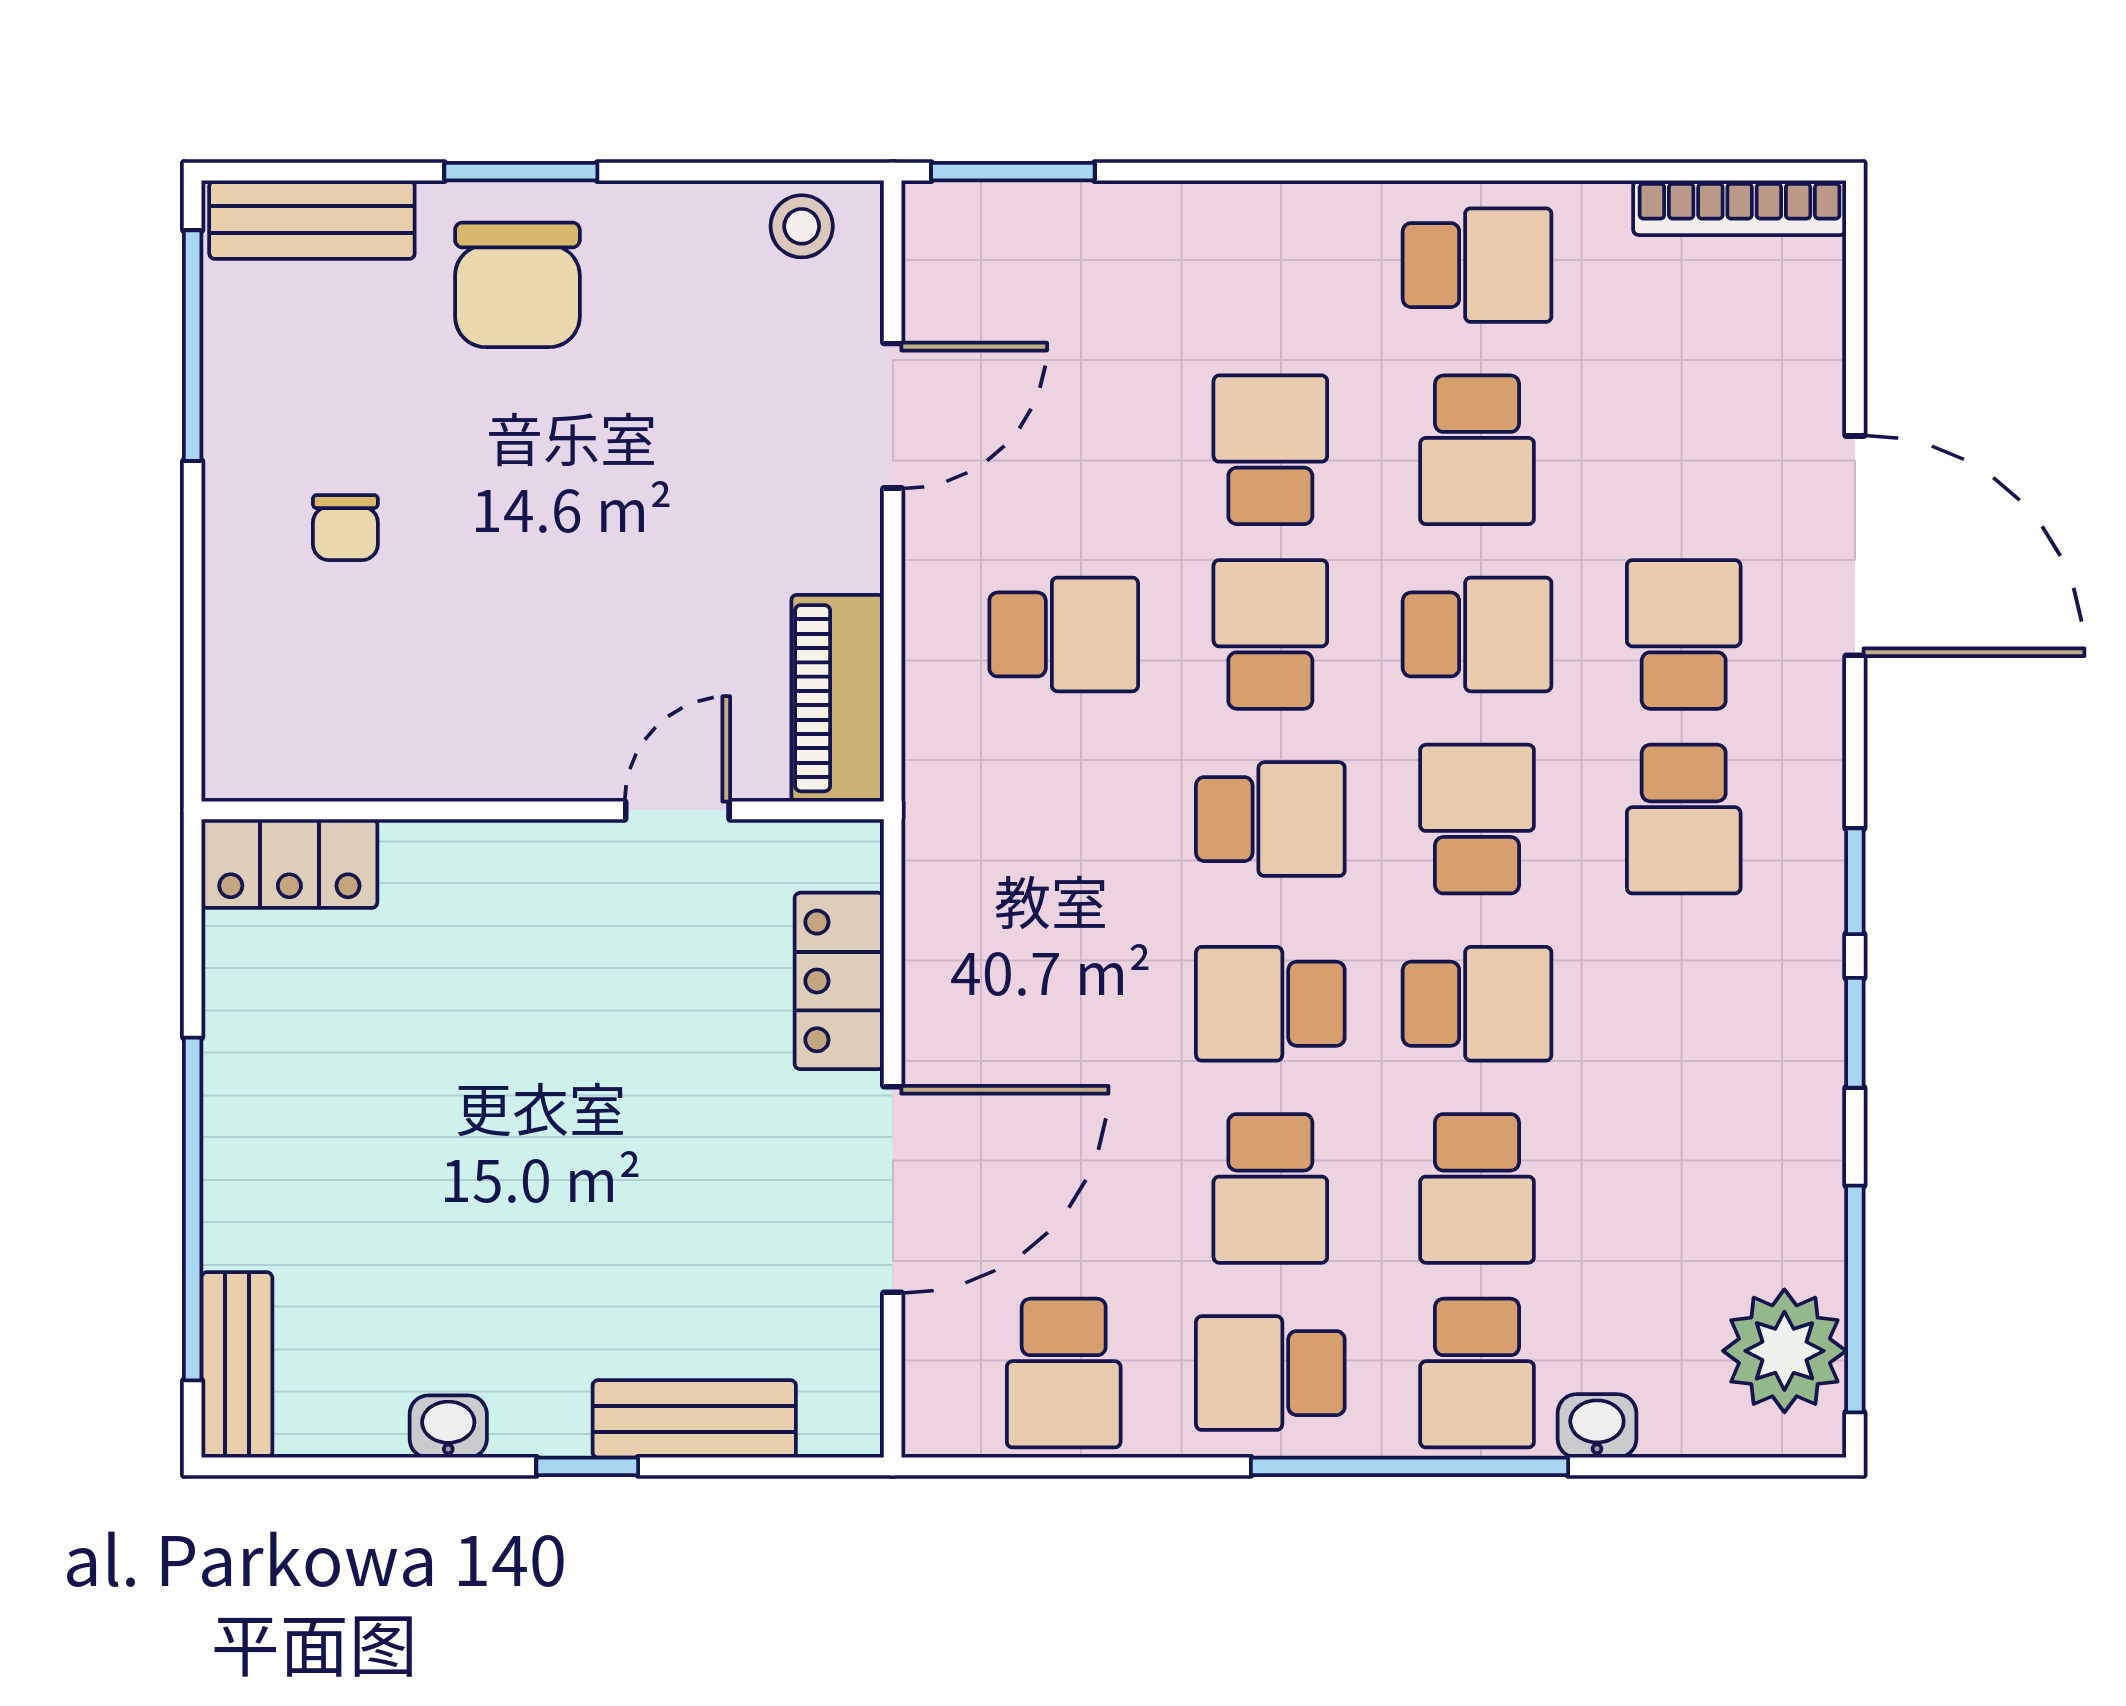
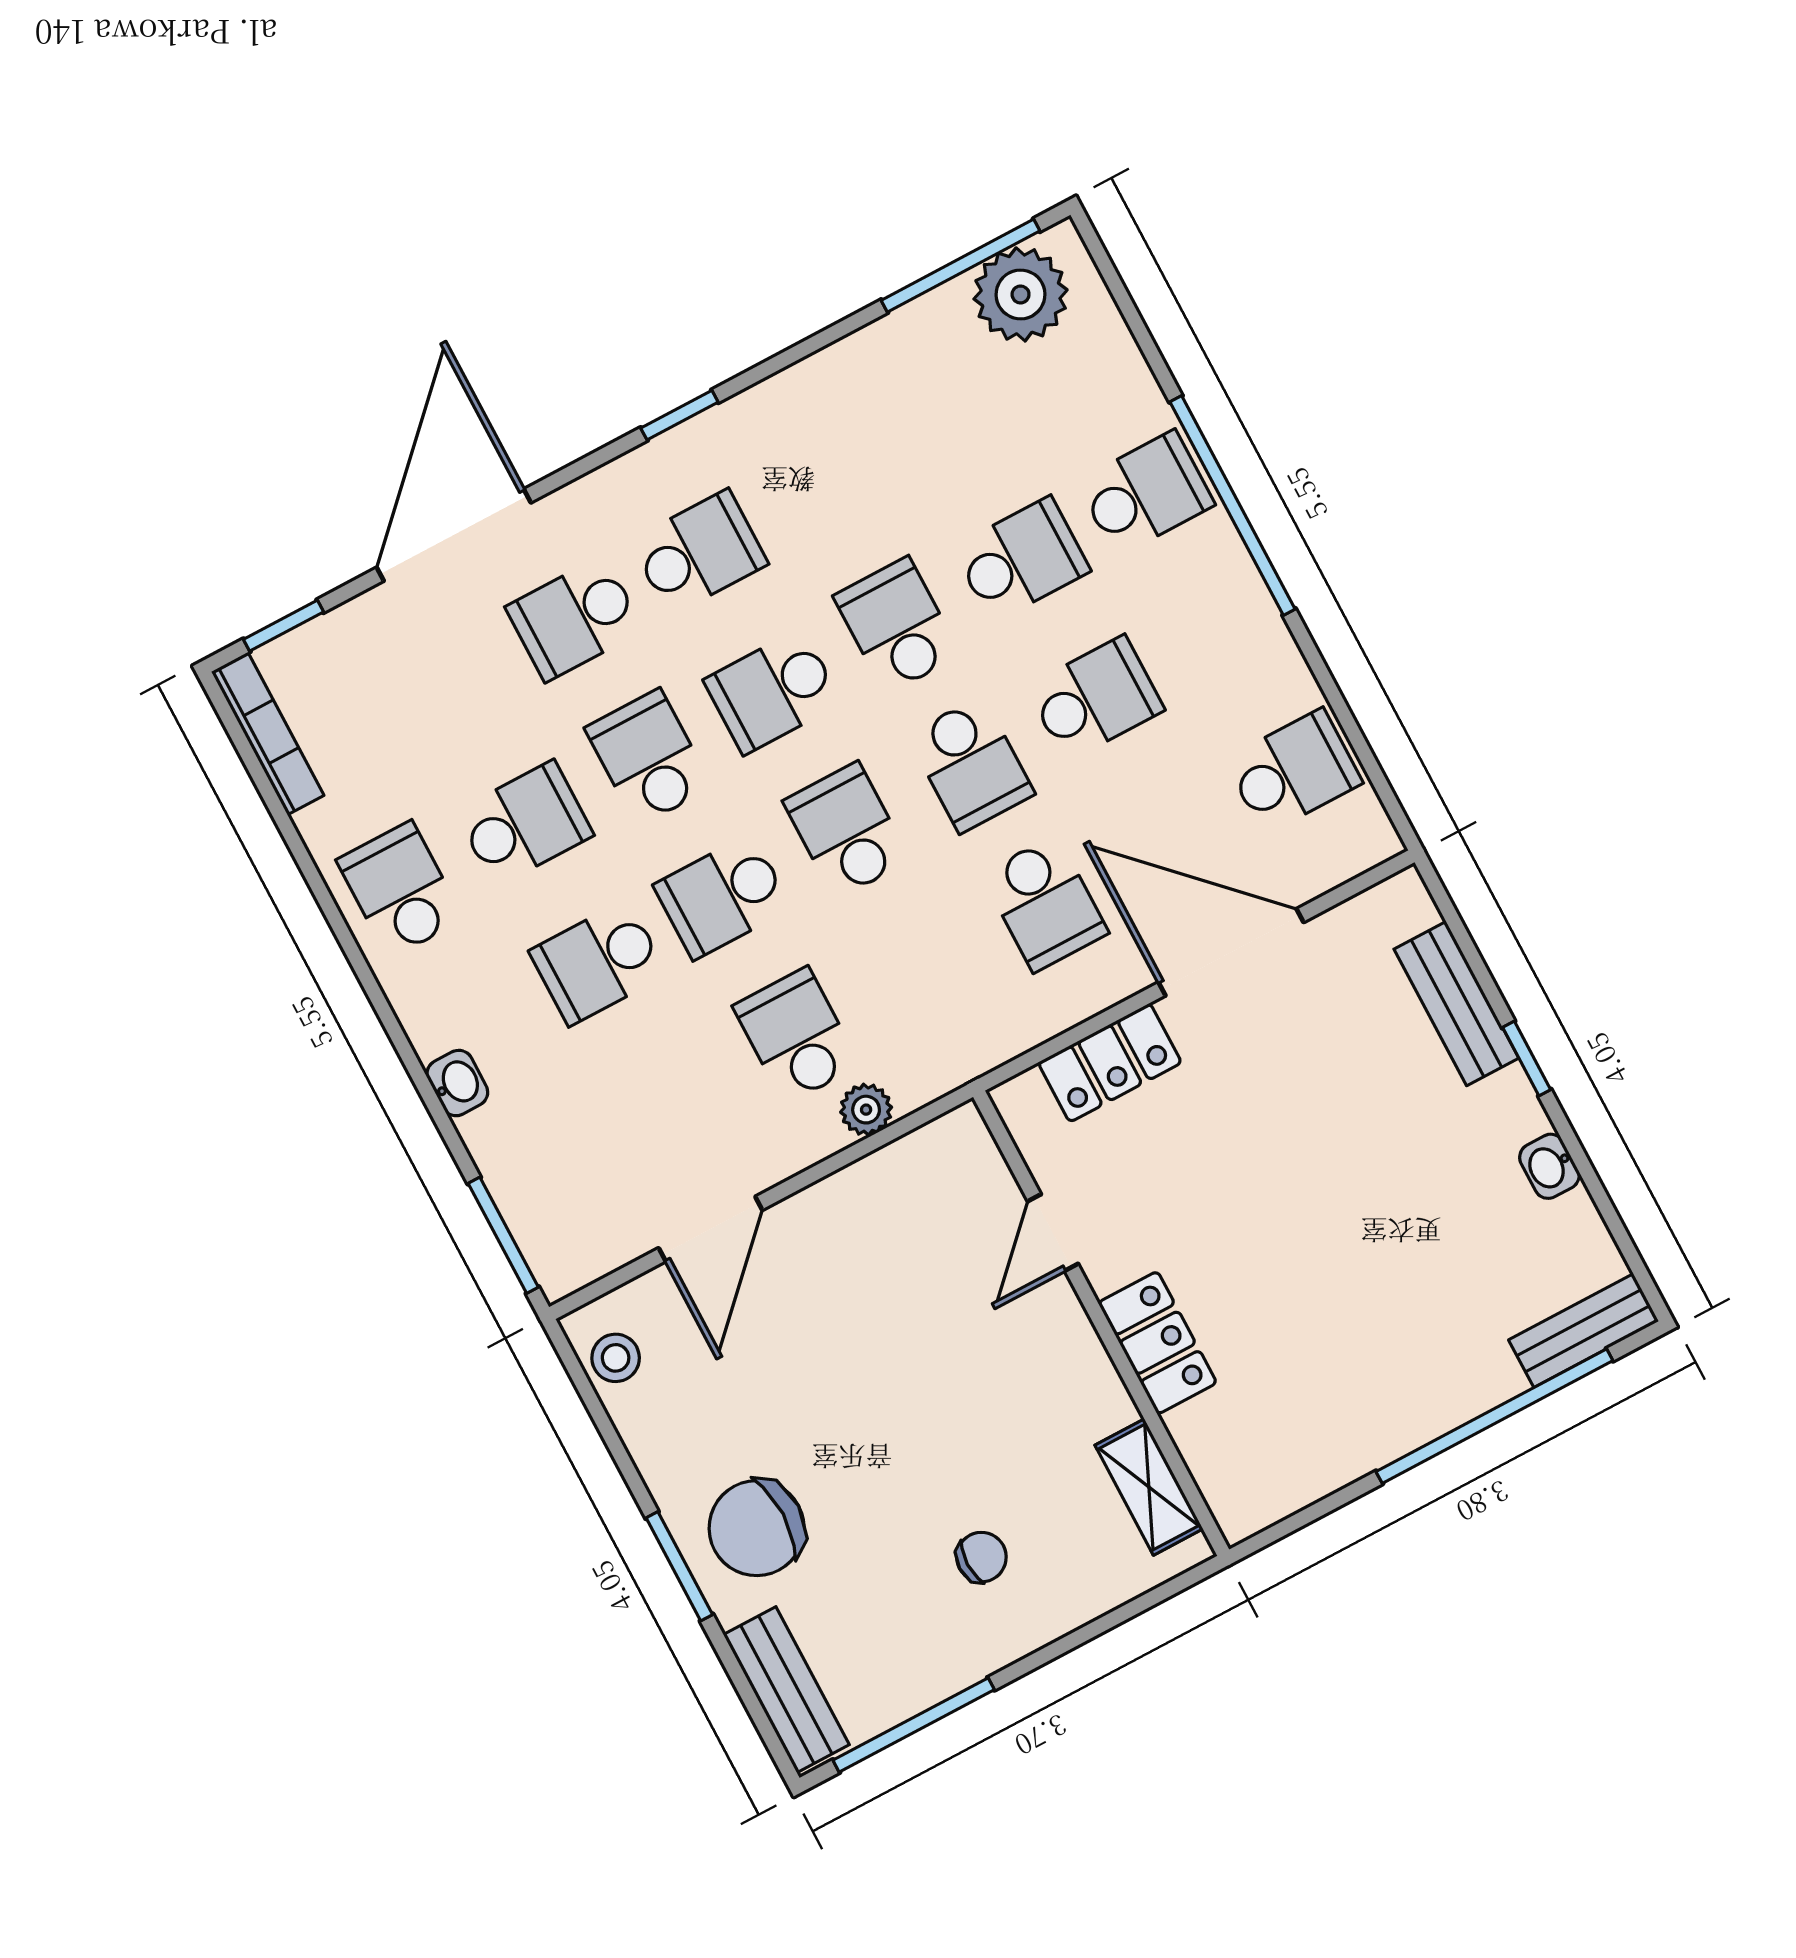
chair: (517, 285) -> (757, 1528), turned 180
door: (893, 416) -> (710, 1229), swing flipped
plant: (935, 670) -> (866, 1110), added
piano: (838, 698) -> (920, 1165), removed
shelving: (323, 765) -> (1149, 1487), added
door: (677, 810) -> (1053, 1233), hinge flipped
locker: (289, 864) -> (1157, 1343), moved
window: (1855, 1033) -> (283, 626), moved
school desk: (1270, 1373) -> (1045, 904), moved
washbasin: (1597, 1426) -> (457, 1083), moved, turned 180

